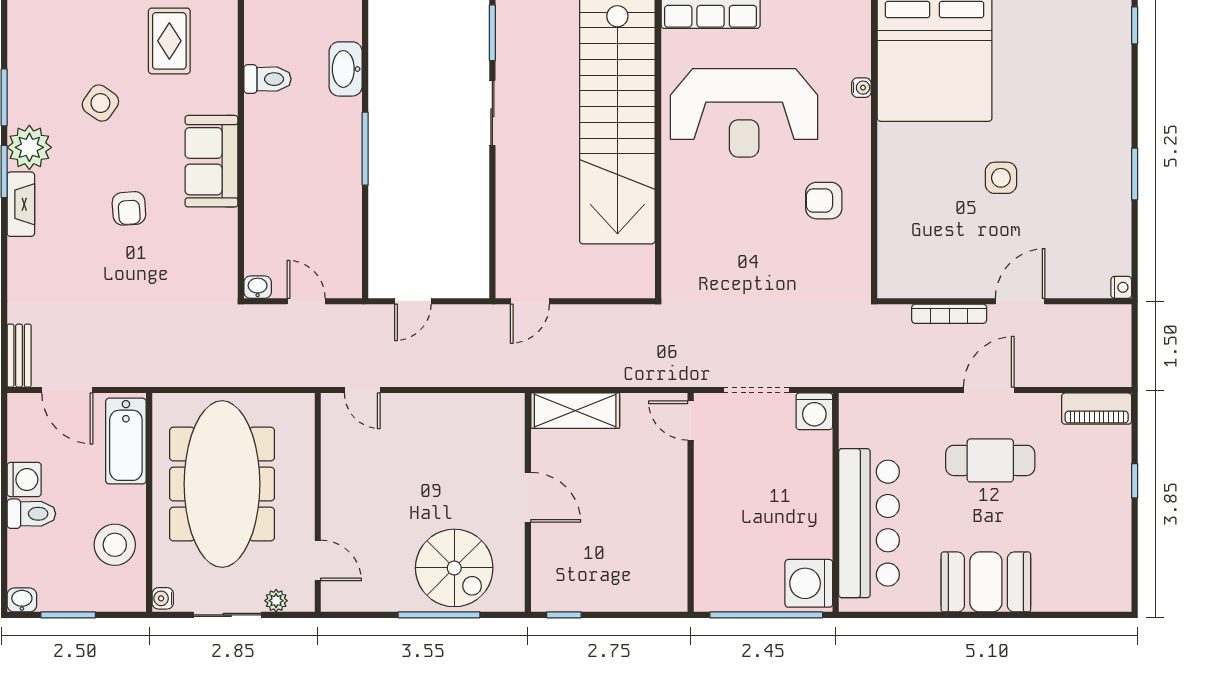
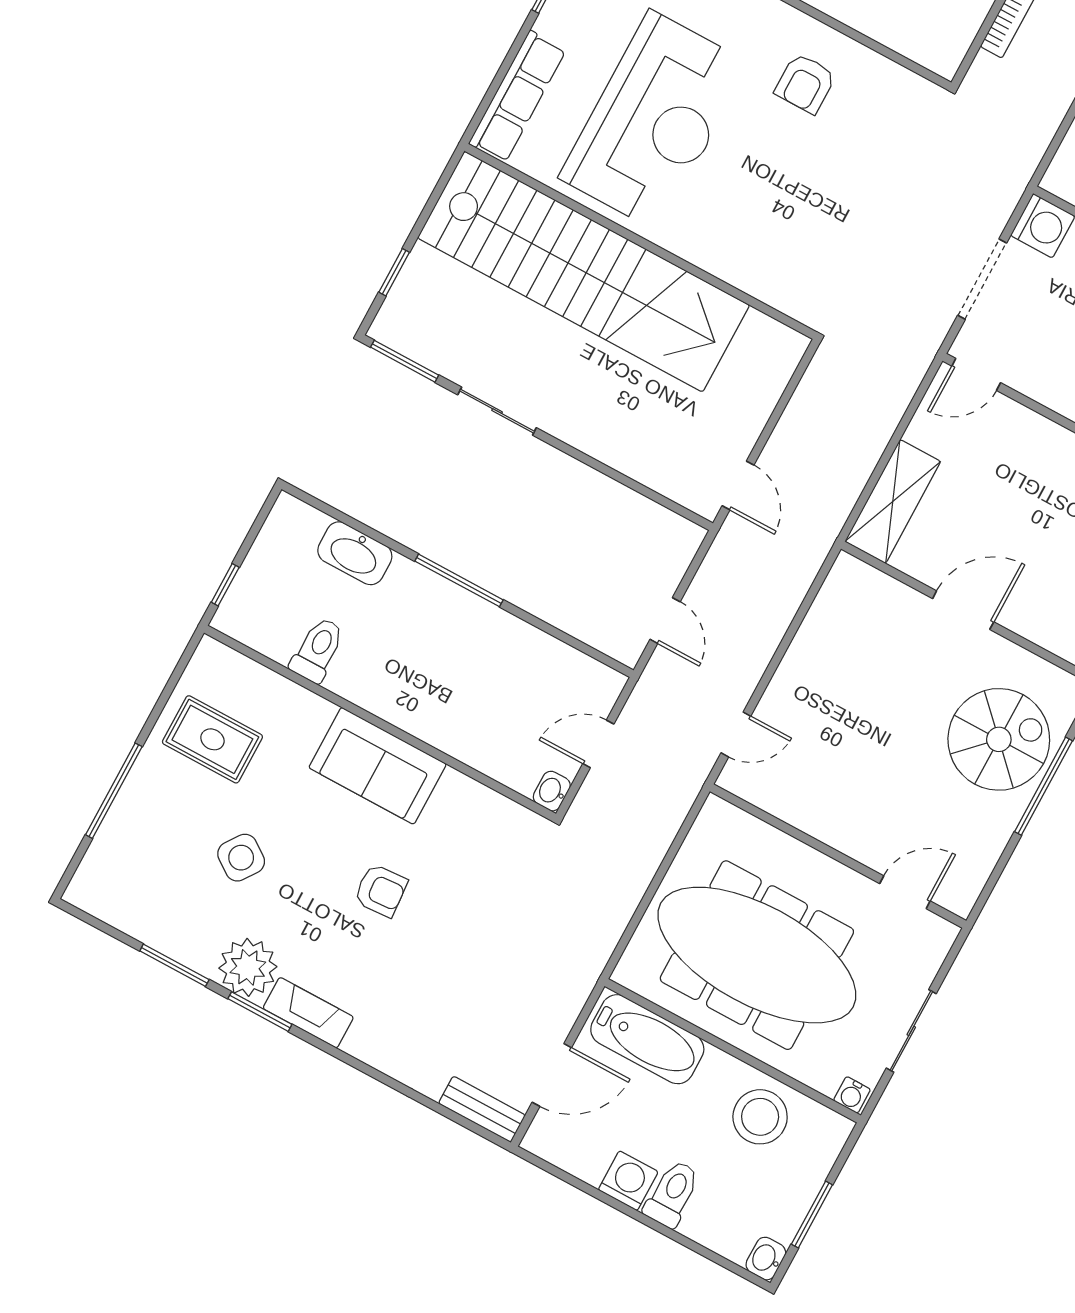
plant: (276, 601) -> (925, 965), removed

